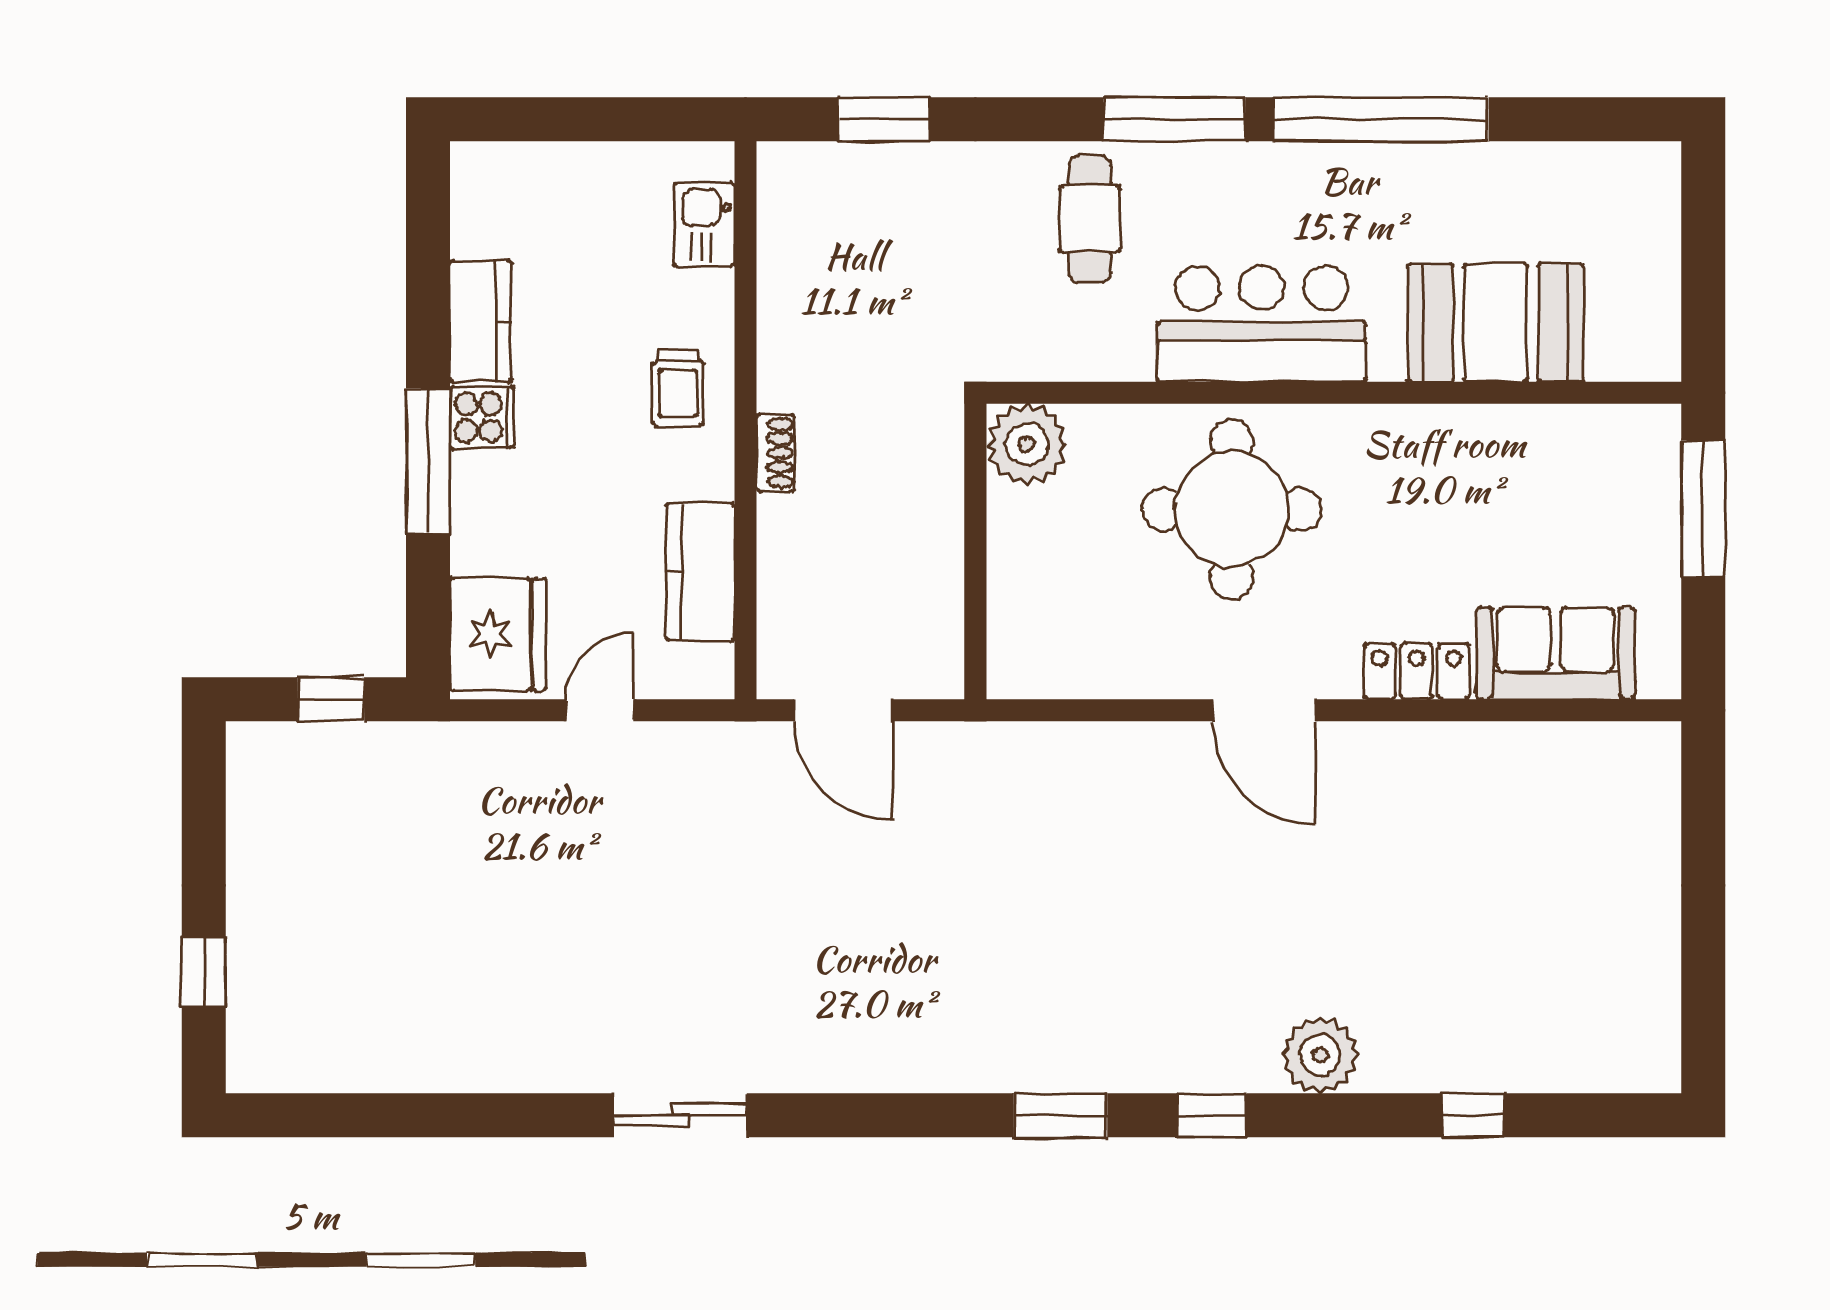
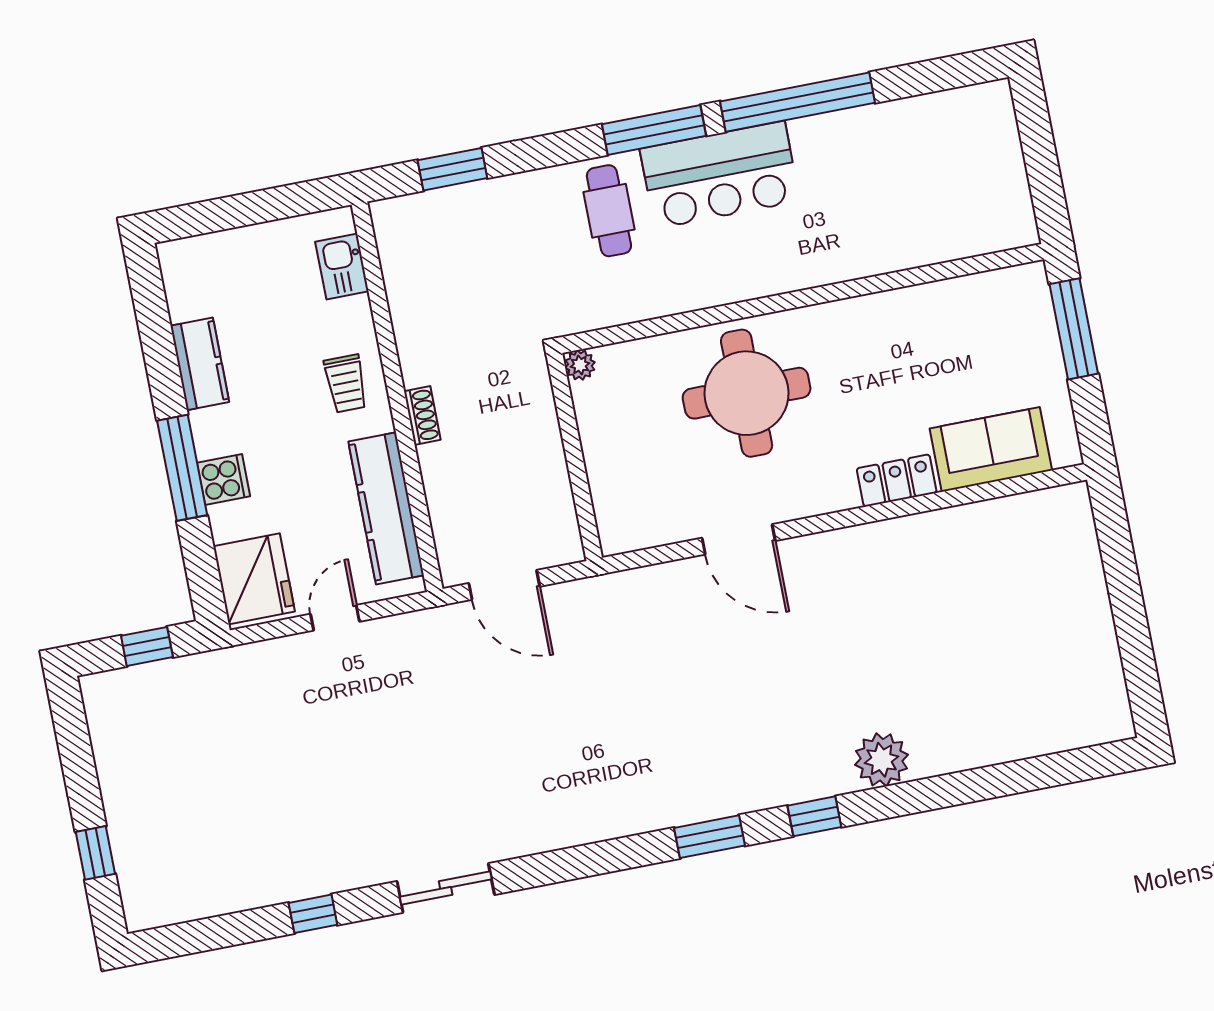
booth: (1496, 323) -> (905, 228), removed
bar counter: (1262, 324) -> (720, 175), moved, turned 180
cooker: (482, 417) -> (224, 480), moved
plant: (1027, 444) -> (580, 365), width x0.53, depth x0.53
kitchen counter: (700, 572) -> (386, 508), width x1.50
door: (1264, 710) -> (739, 539), moved
window: (1473, 1115) -> (313, 914), moved

